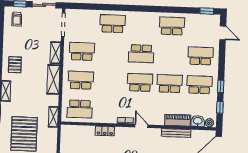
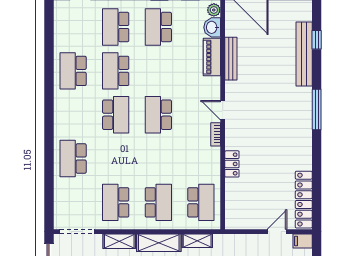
window: (207, 11) -> (49, 20), removed
school desk: (81, 80) -> (158, 202), turned 180
school desk: (170, 84) -> (116, 71), moved
shelving: (53, 117) -> (197, 241), moved
door: (141, 126) -> (223, 110), hinge flipped

